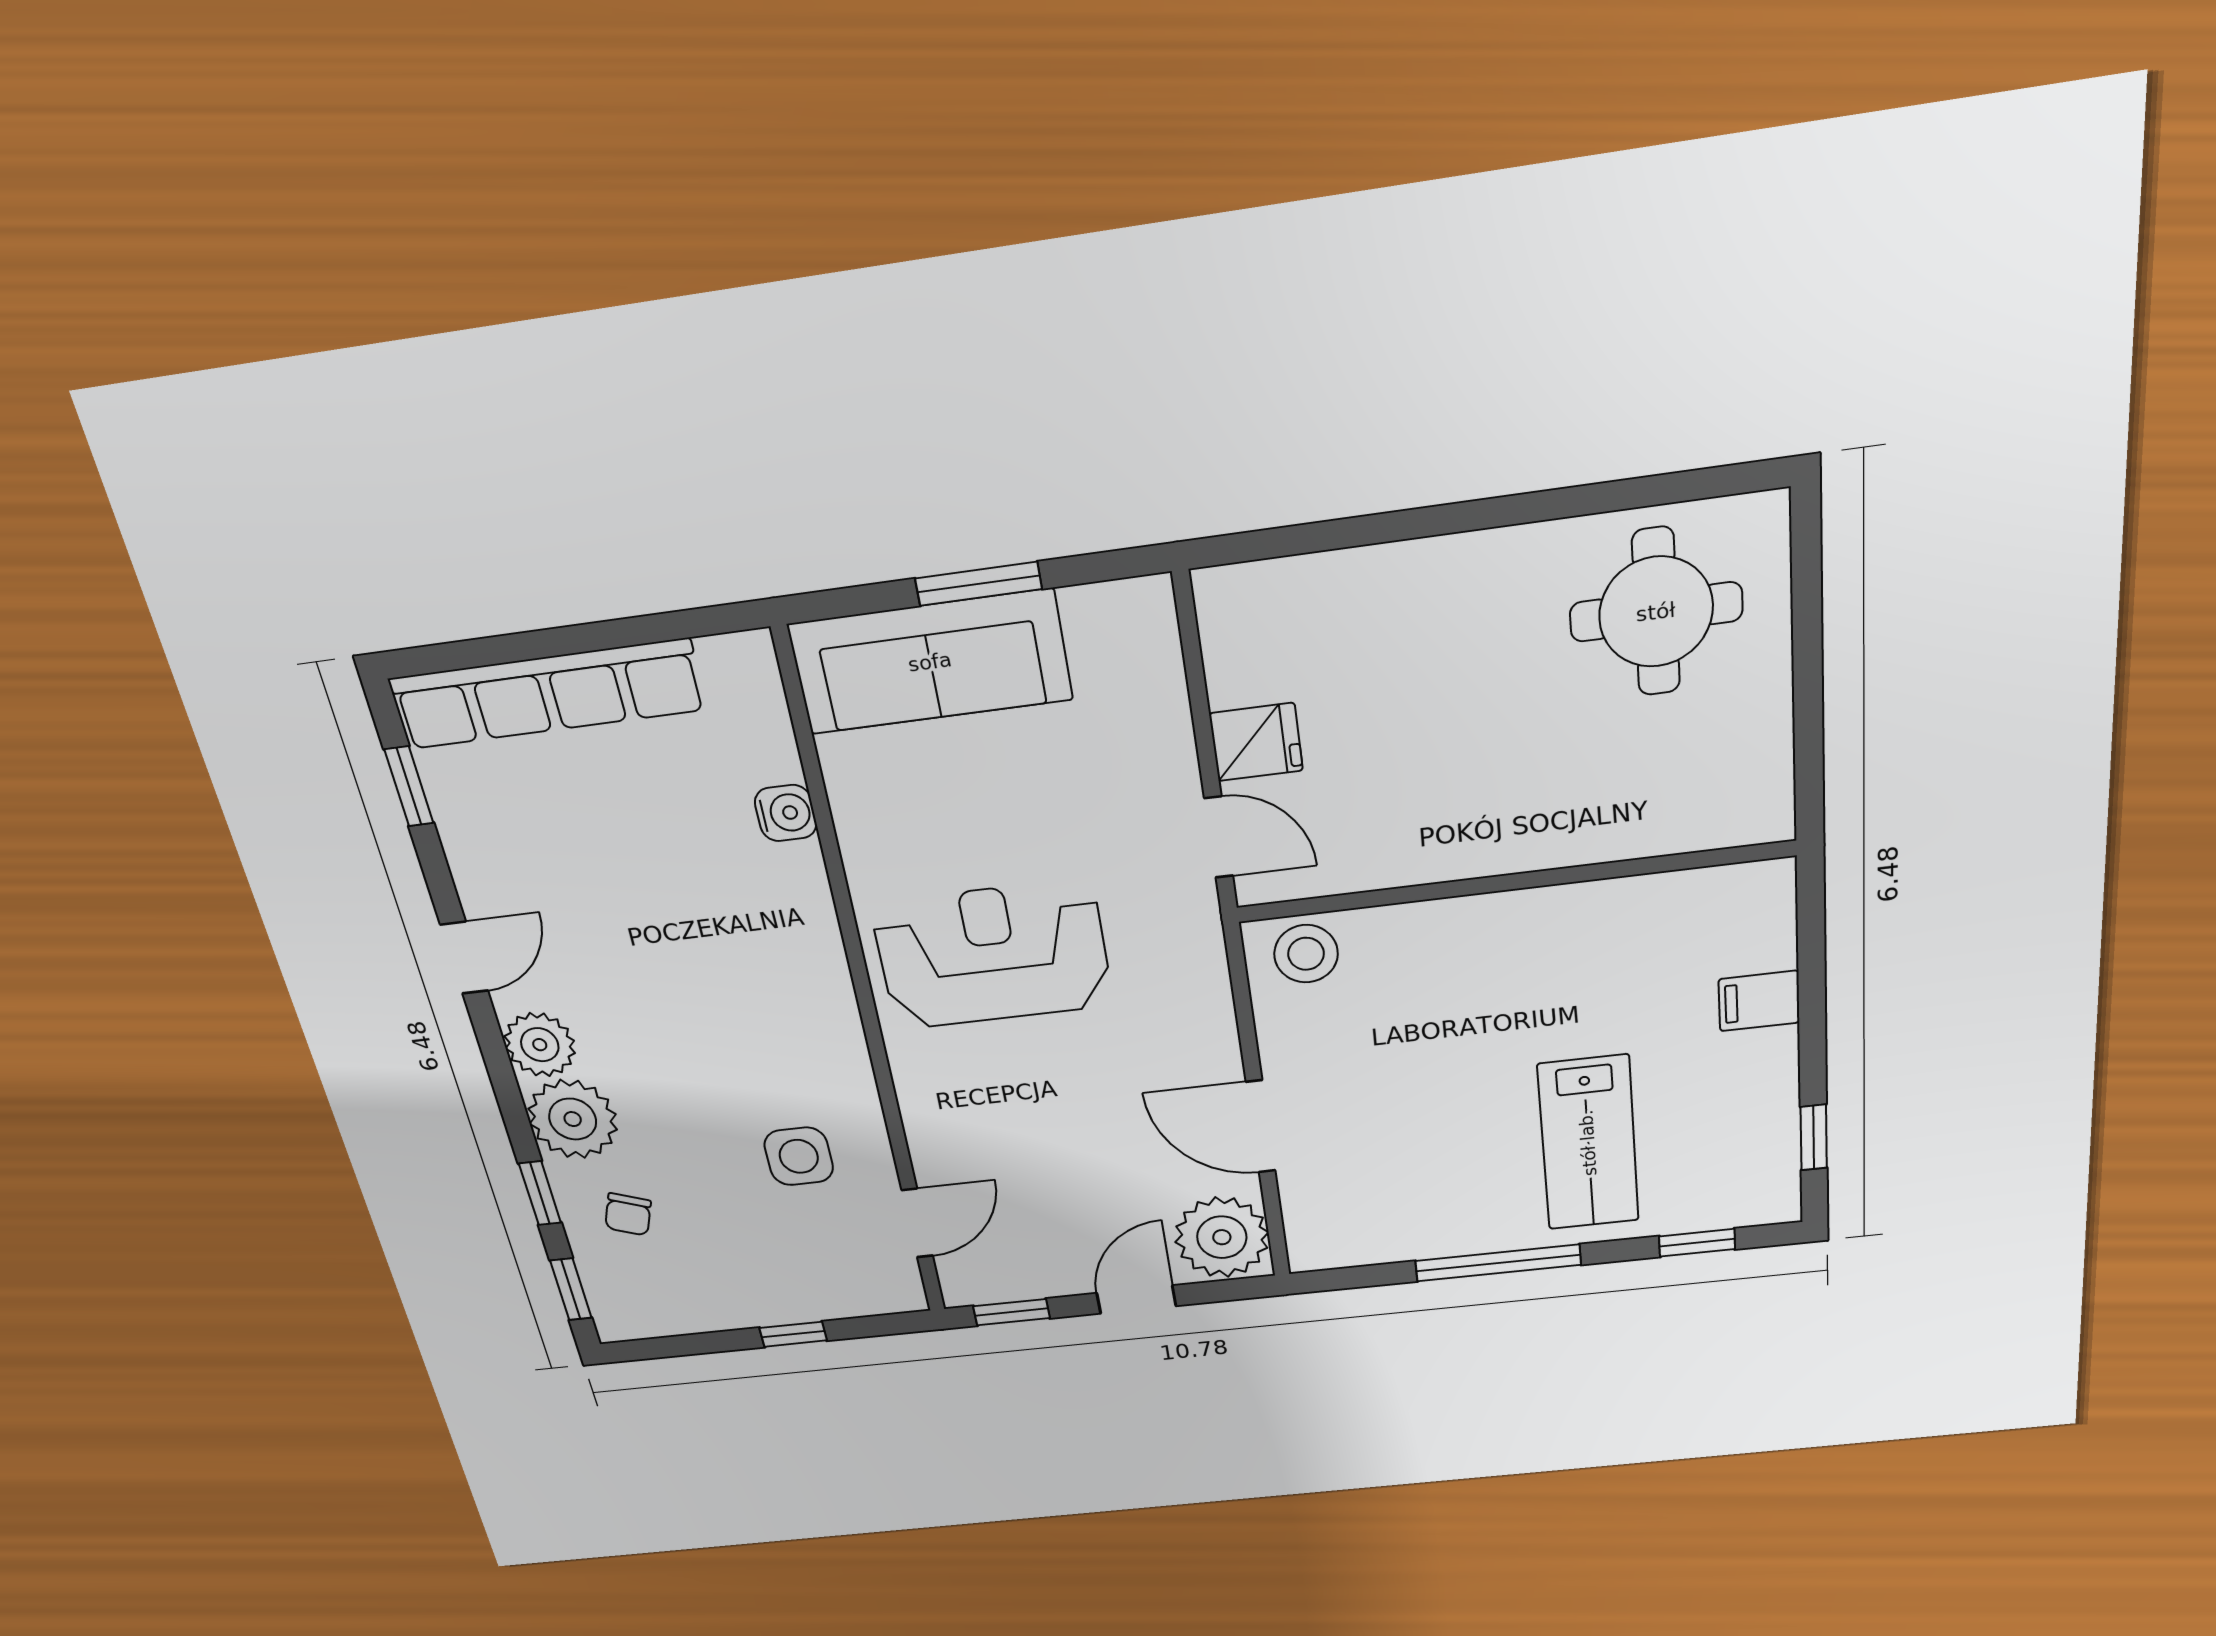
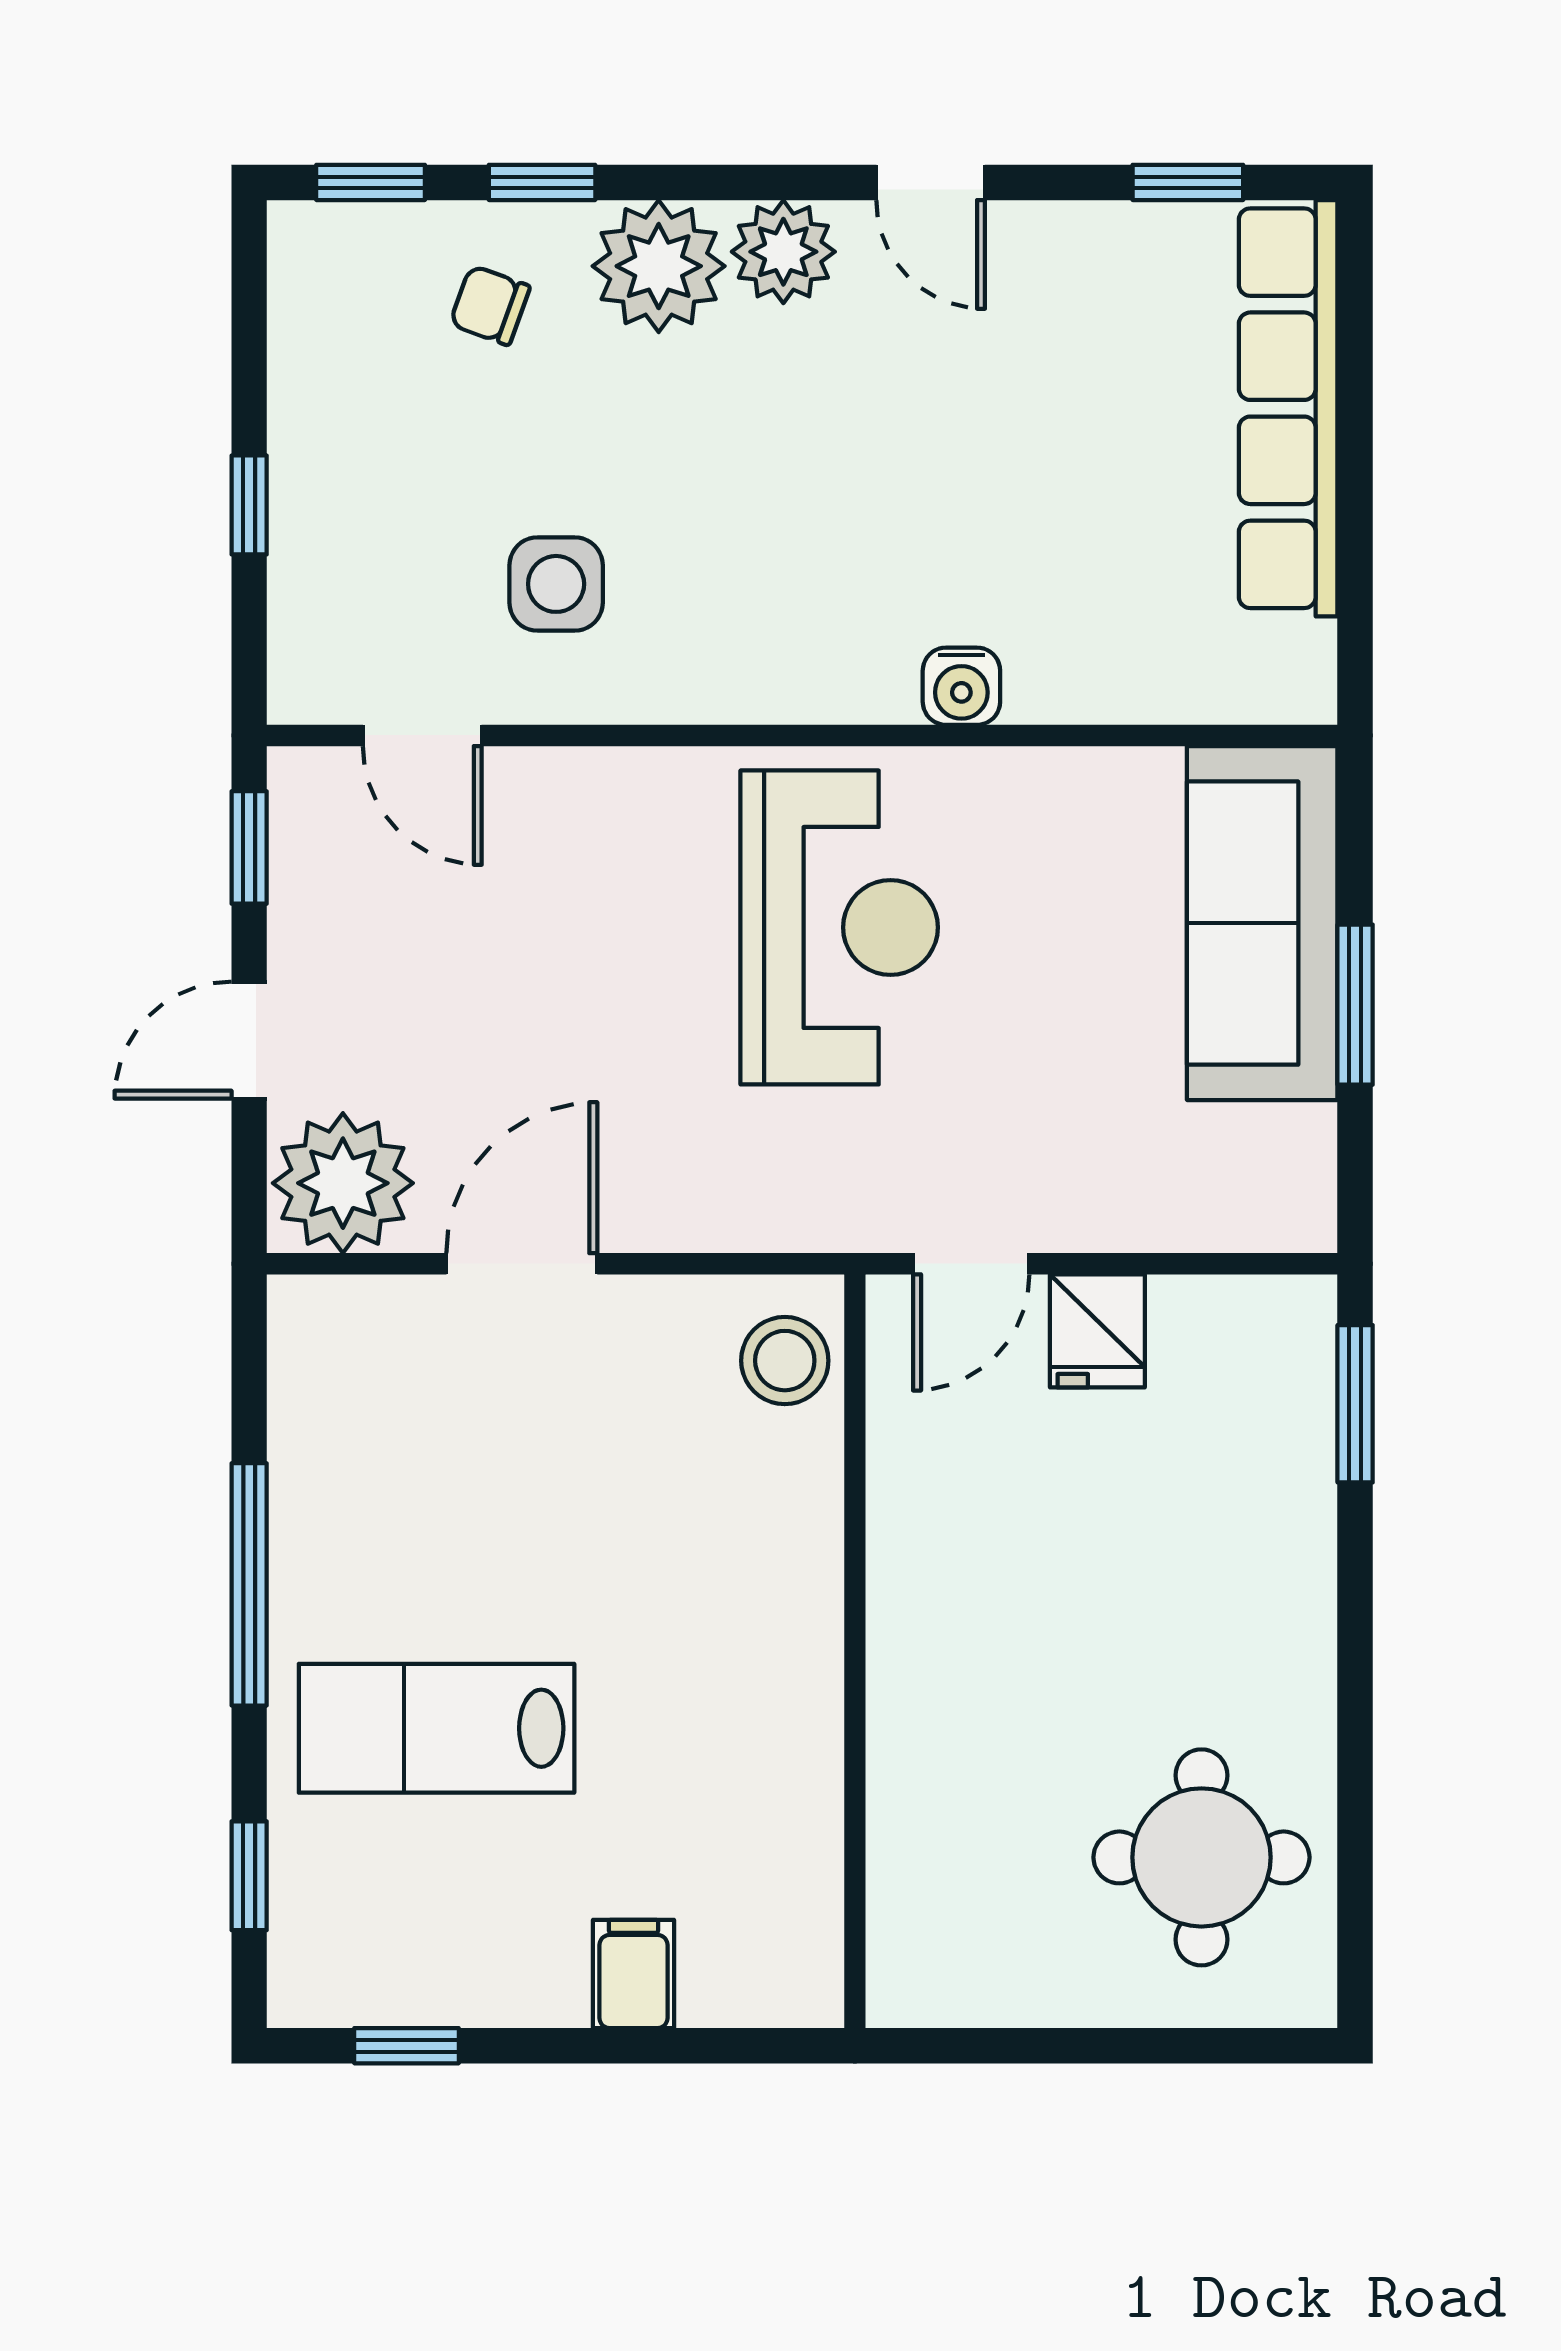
window: (1287, 541) -> (1355, 1404), added
water cooler: (786, 813) -> (961, 686), moved
door: (1136, 1299) -> (249, 1040), swing flipped

